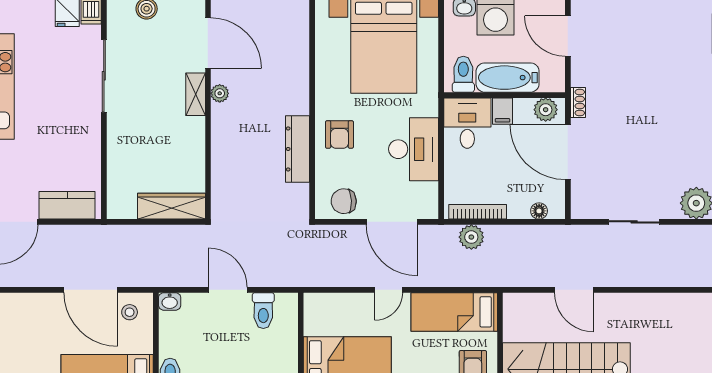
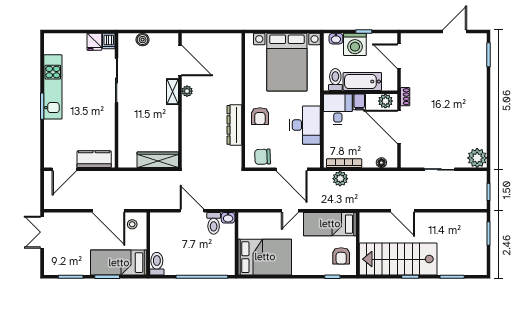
washbasin: (170, 301) -> (228, 218), moved

